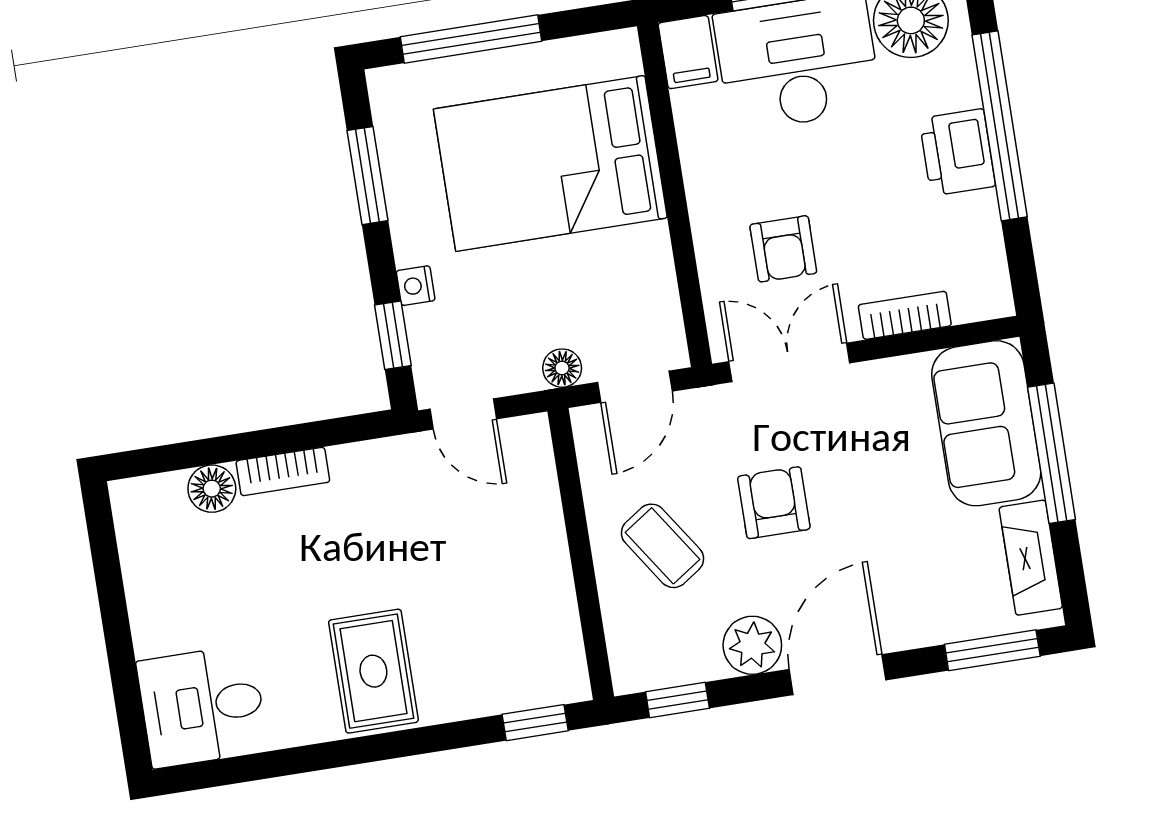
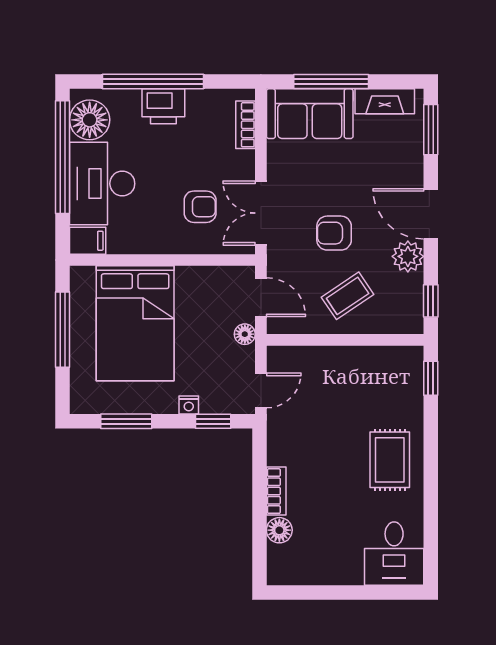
window: (471, 39) -> (62, 330), moved
bookcase: (905, 315) -> (246, 125), moved
rug: (373, 671) -> (390, 460), turned 90

